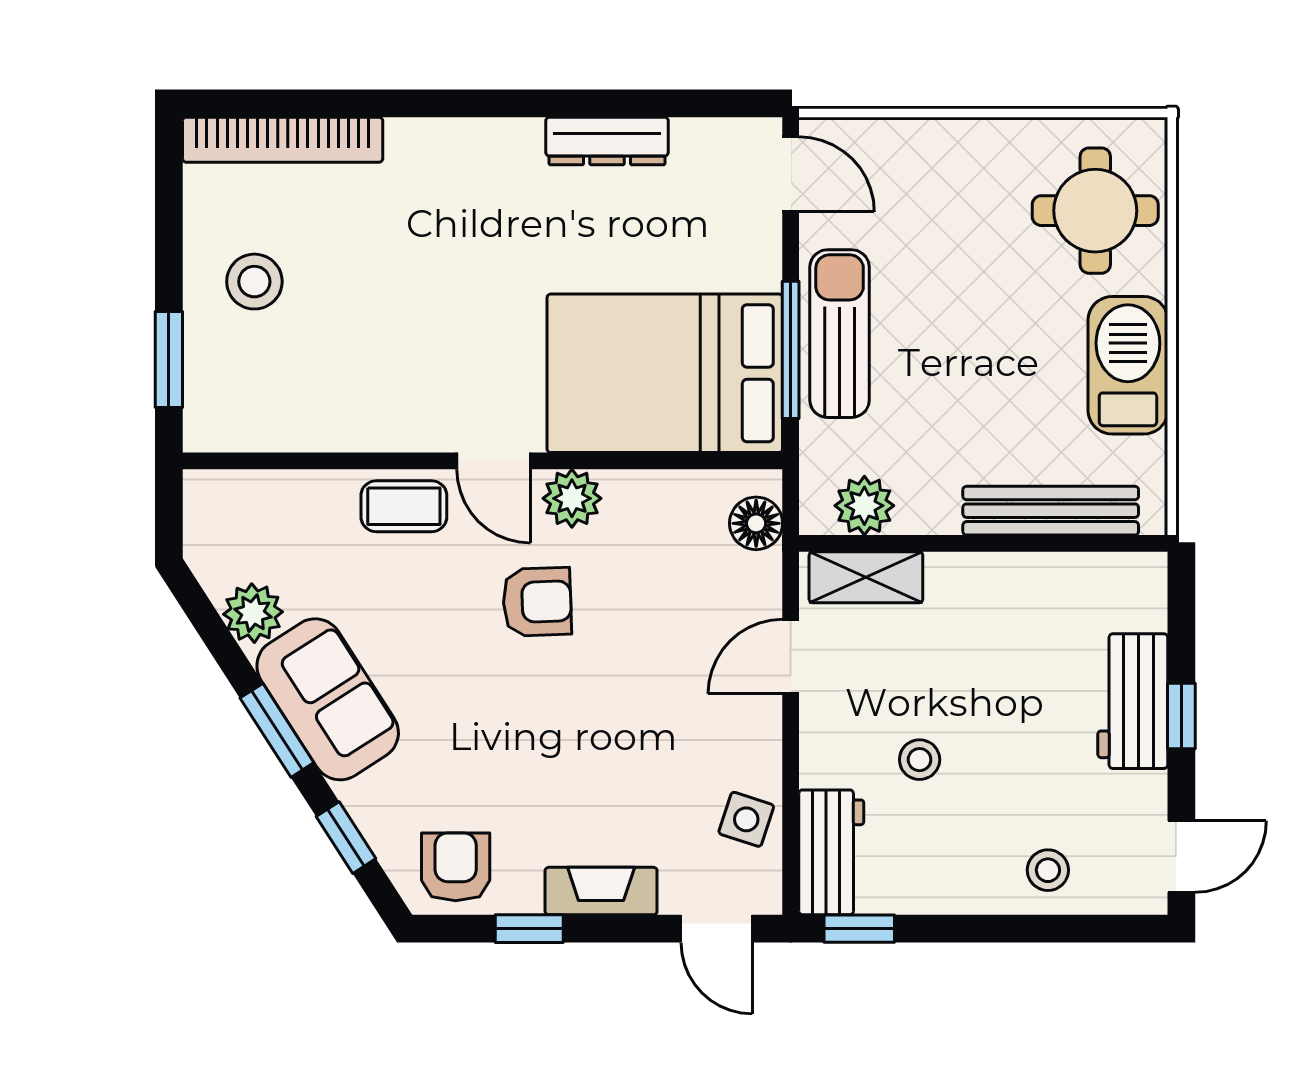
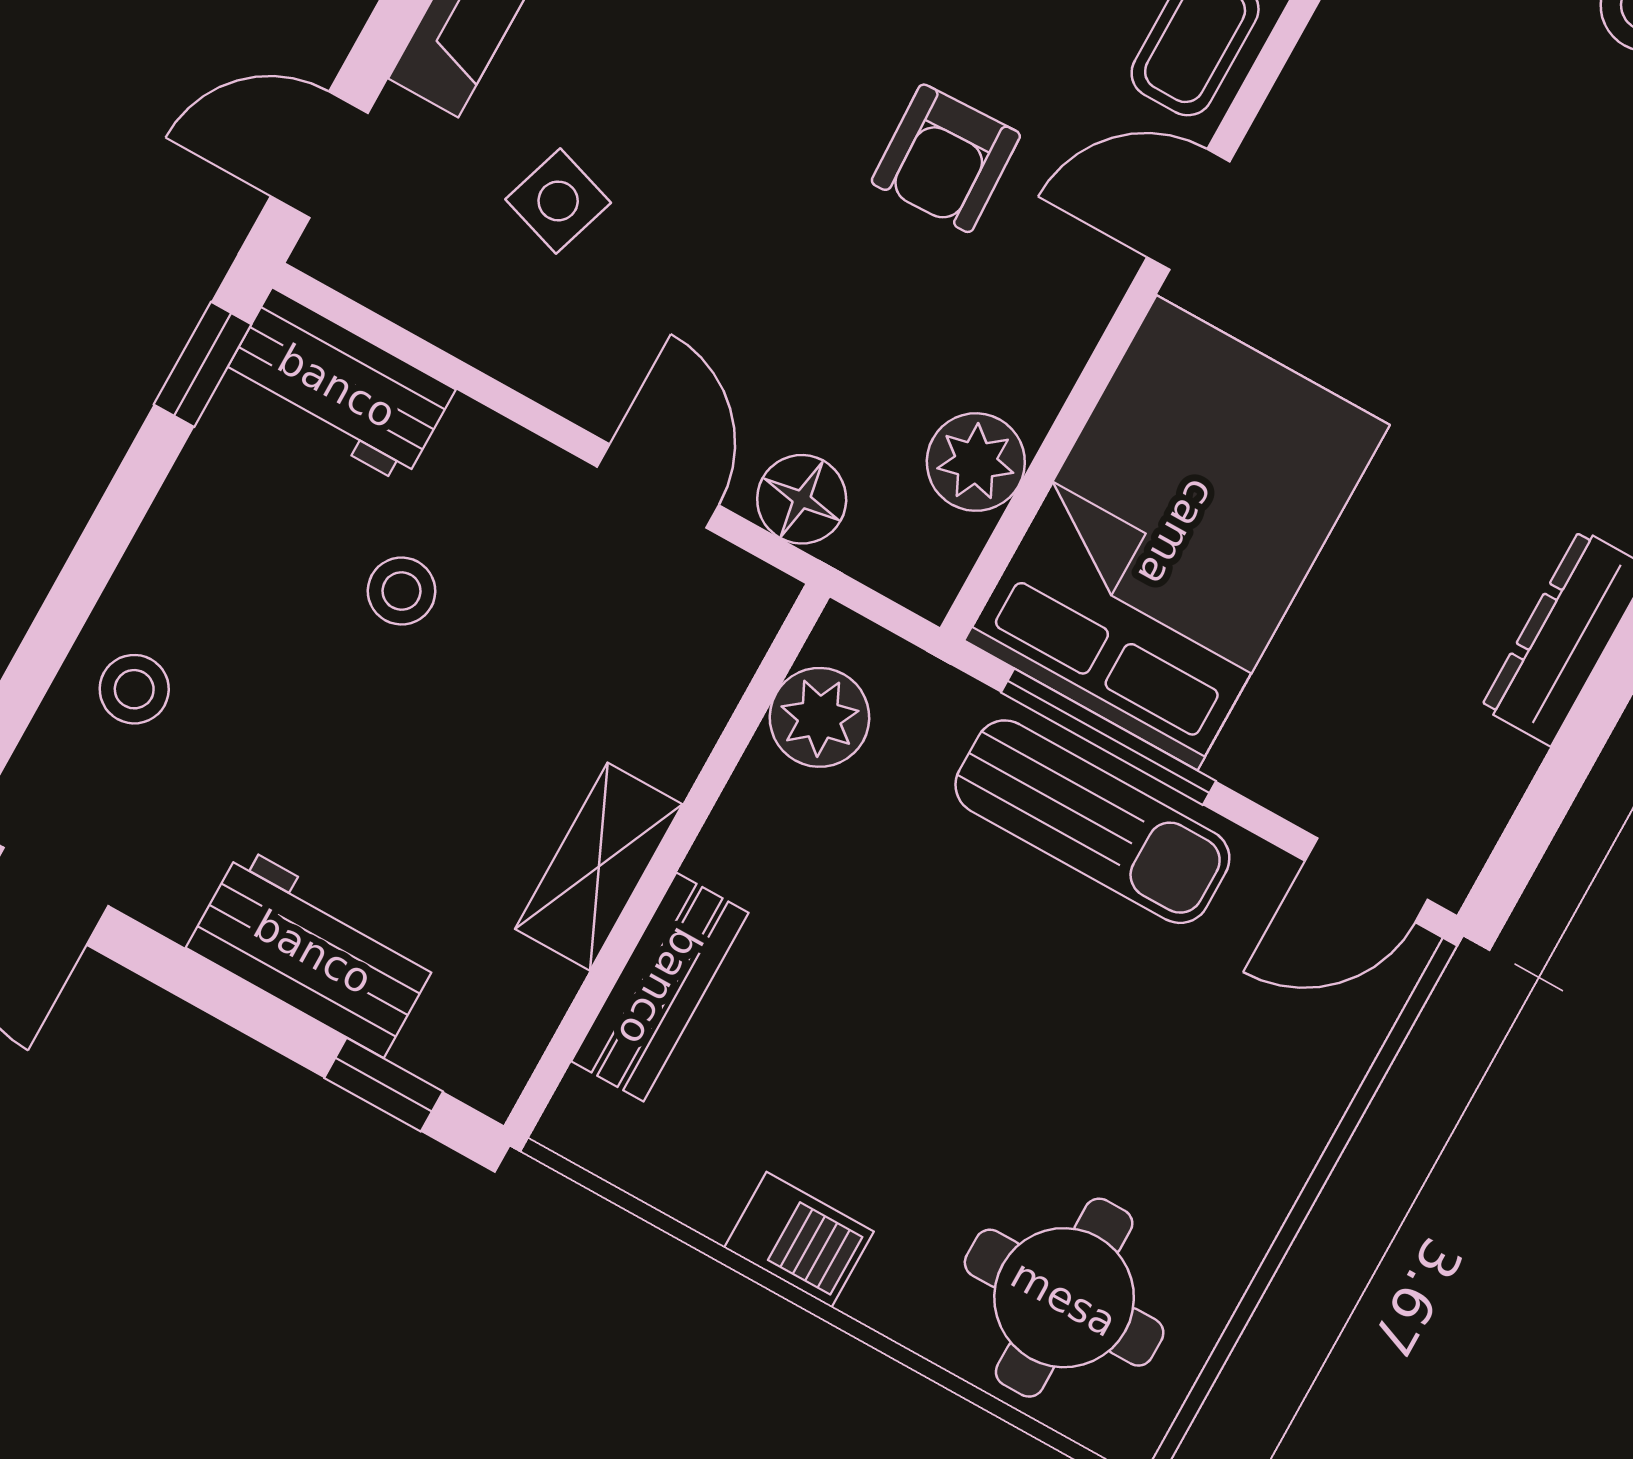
barbecue: (1128, 365) -> (799, 1239), width x0.53, depth x0.65
plant: (572, 498) -> (976, 462), moved
bench: (1051, 511) -> (660, 987), width x0.73
floor lamp: (756, 523) -> (802, 499), moved
shelving: (866, 577) -> (599, 867), moved
window: (1181, 716) -> (384, 1085), moved
side table: (746, 819) -> (558, 201), moved

